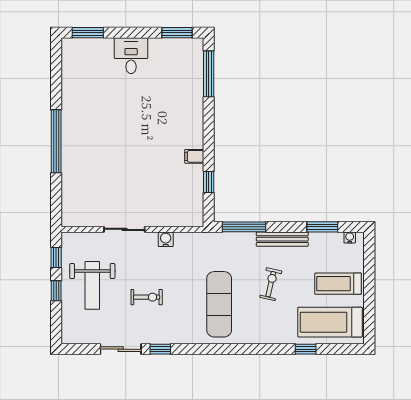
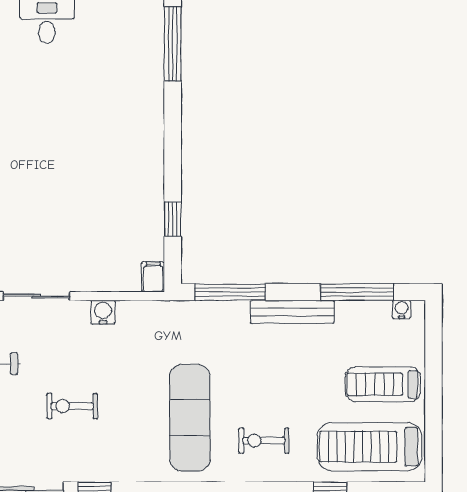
filing cabinet: (194, 156) -> (153, 277), moved, turned 90
window: (322, 227) -> (357, 292), width x1.44
exercise bike: (271, 284) -> (264, 441), moved, turned -103
exercise bike: (147, 297) -> (72, 406), turned 180

